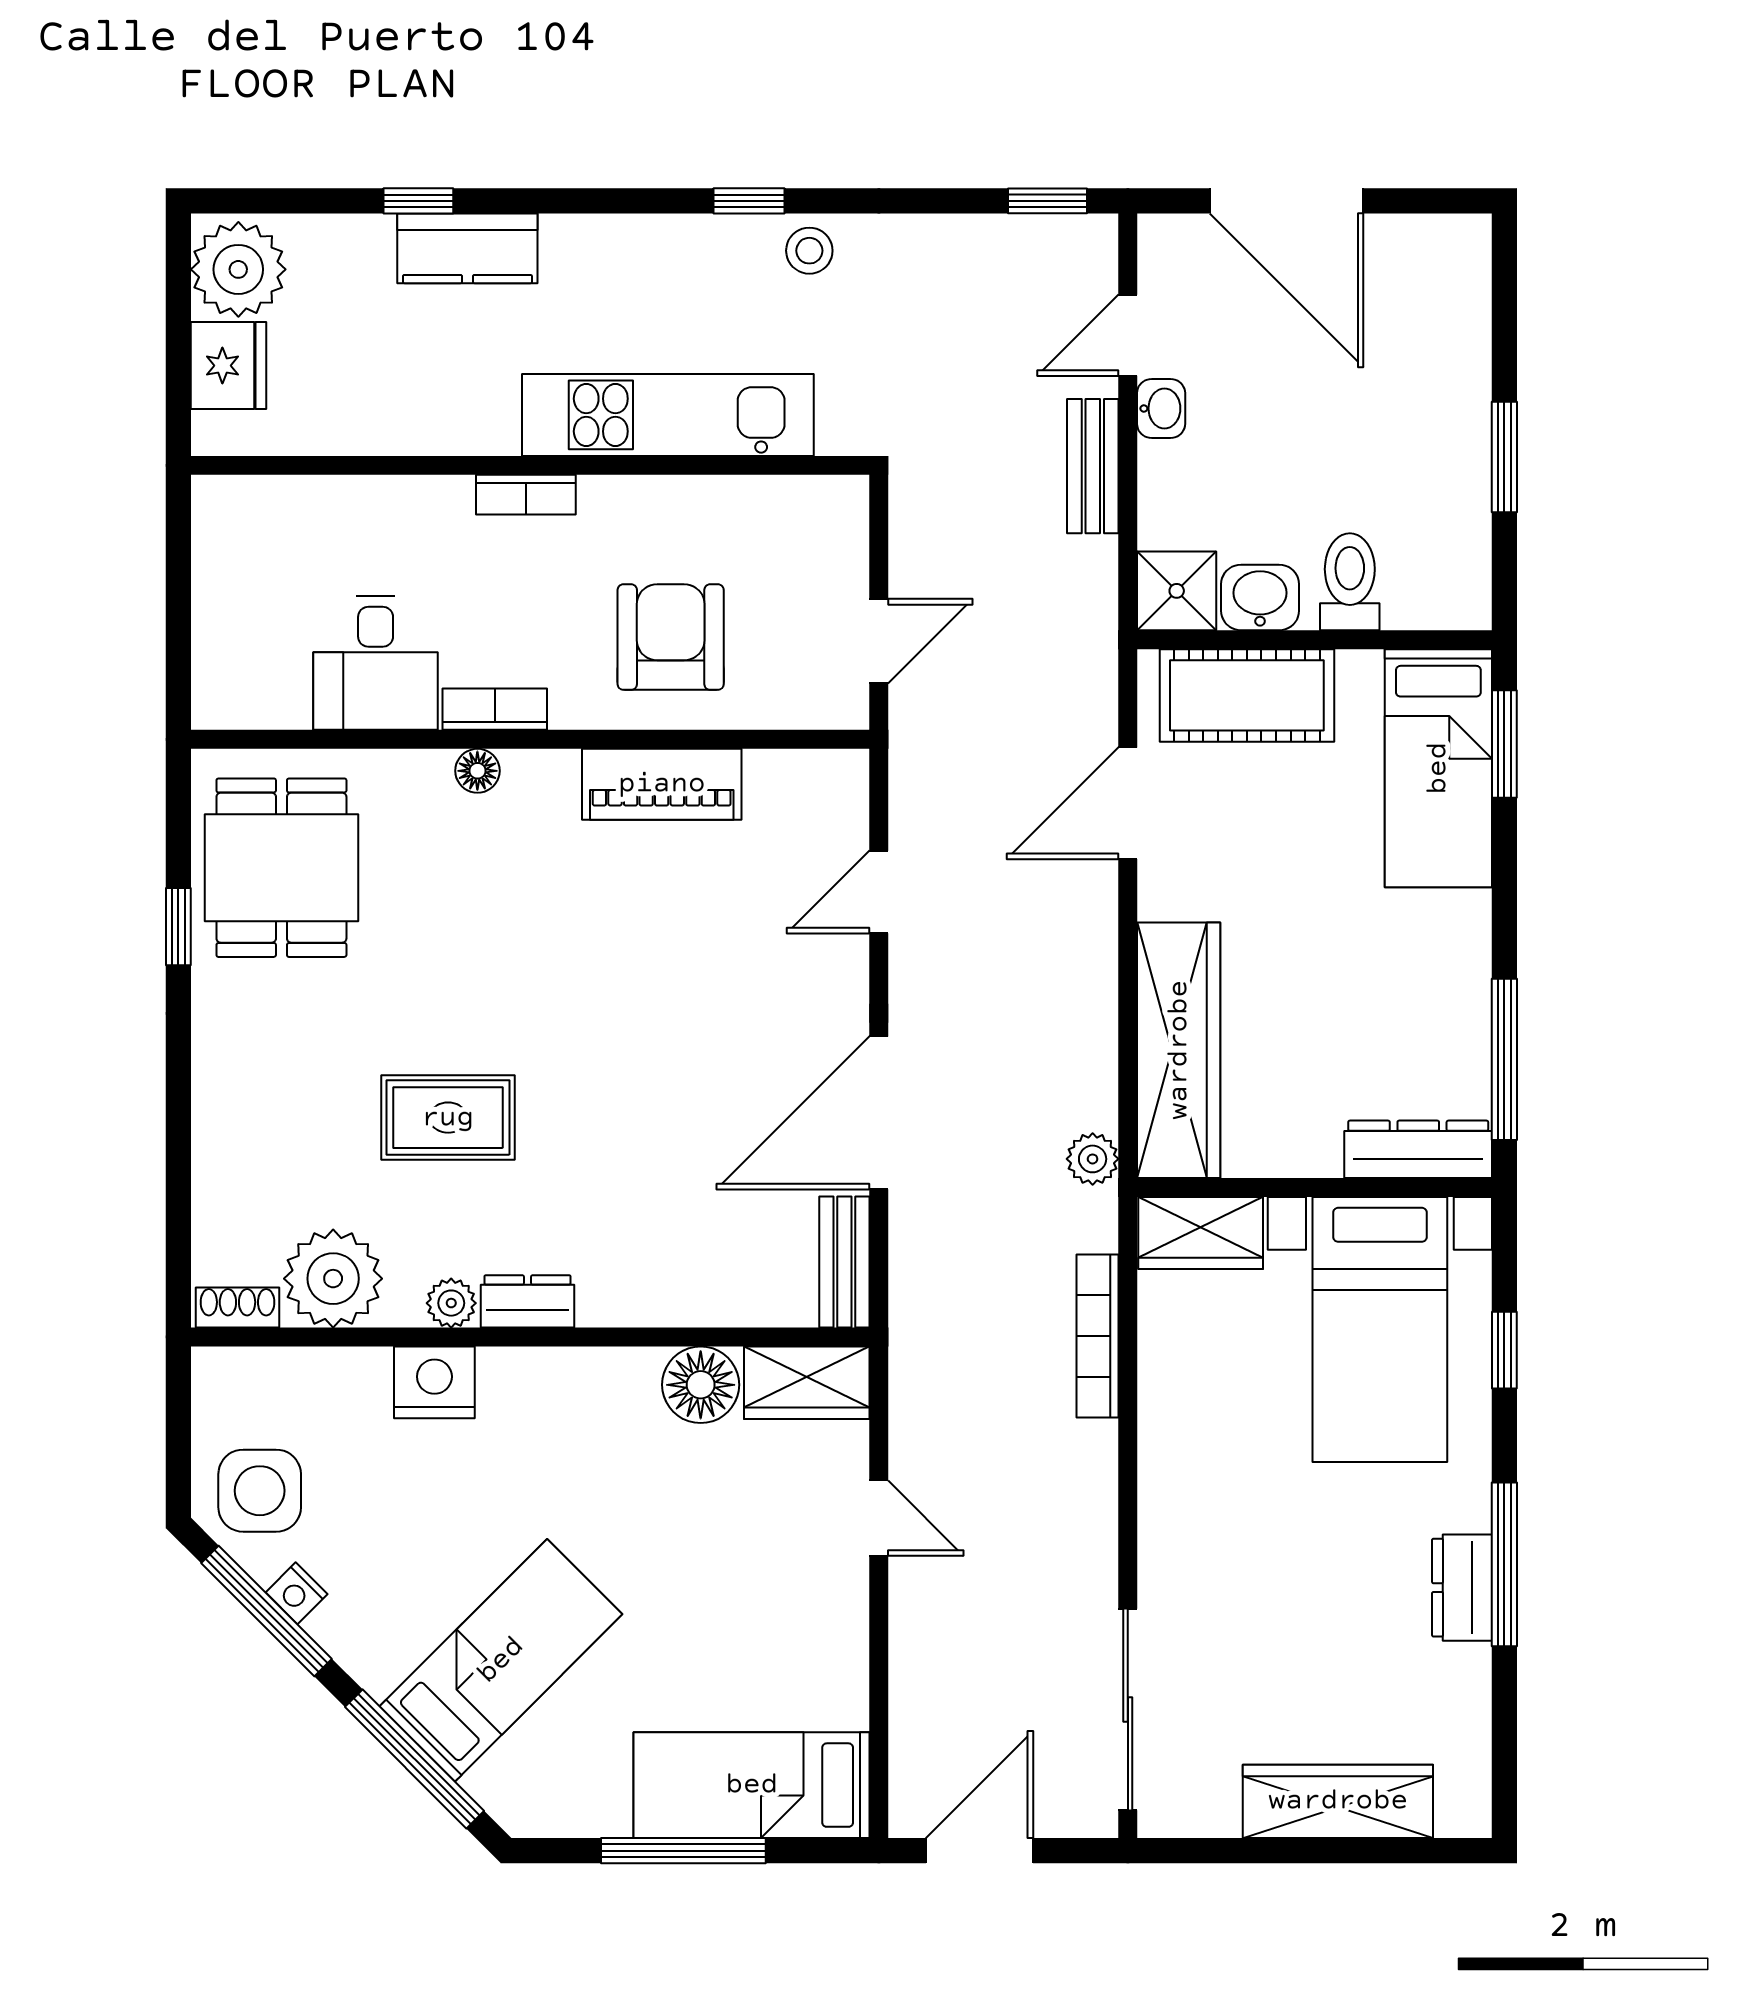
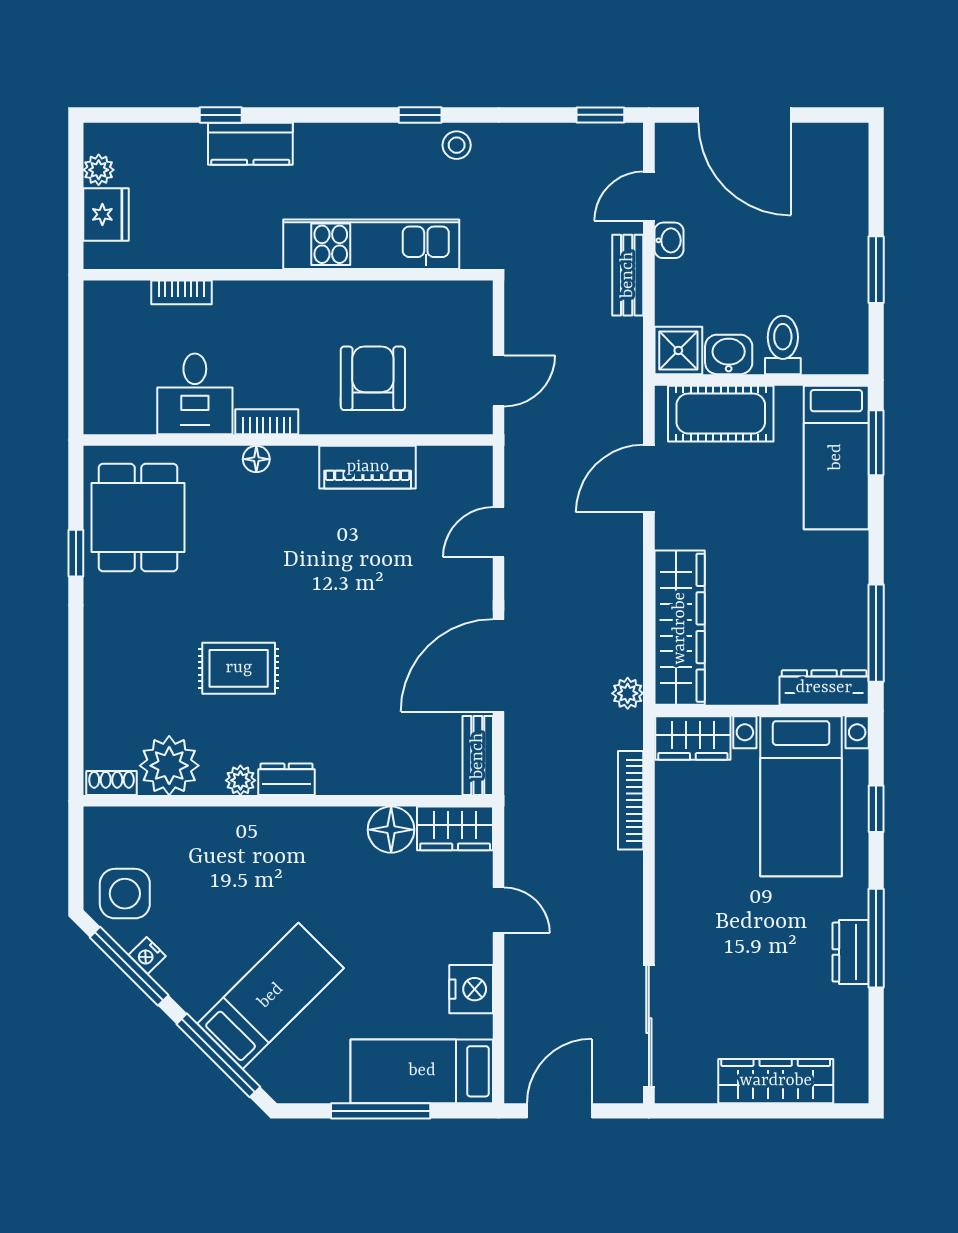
plant: (238, 269) -> (99, 170), width x0.53, depth x0.53
bookcase: (526, 495) -> (181, 292), moved
nightstand: (434, 1382) -> (471, 989), moved, turned 90

